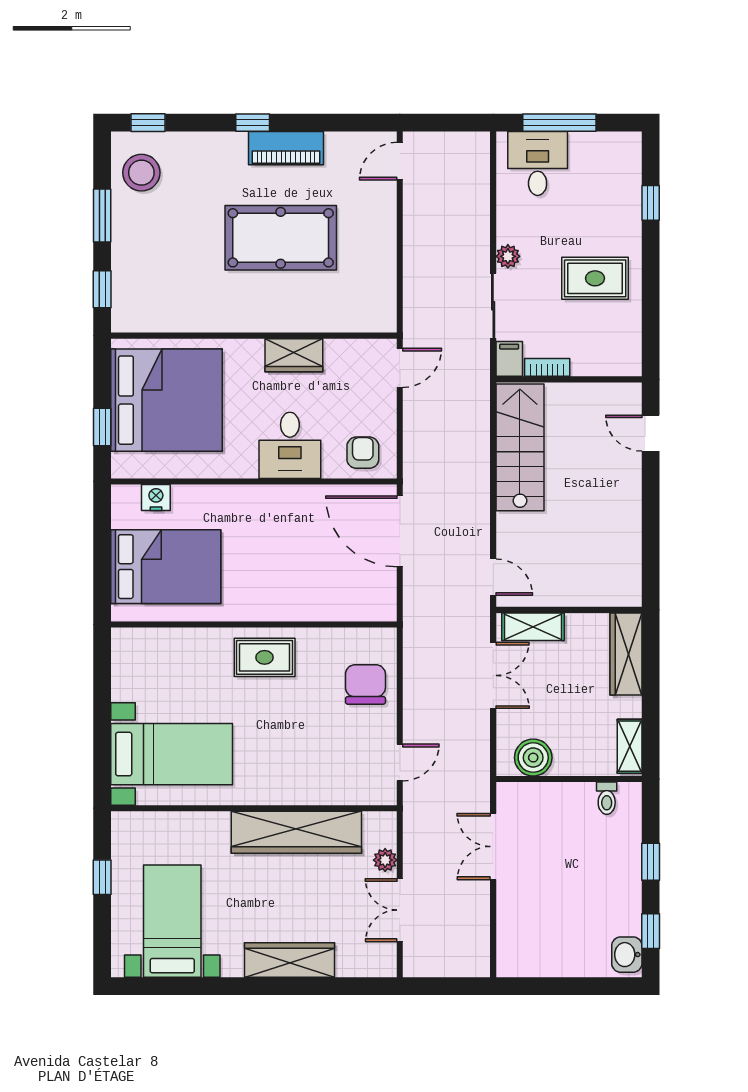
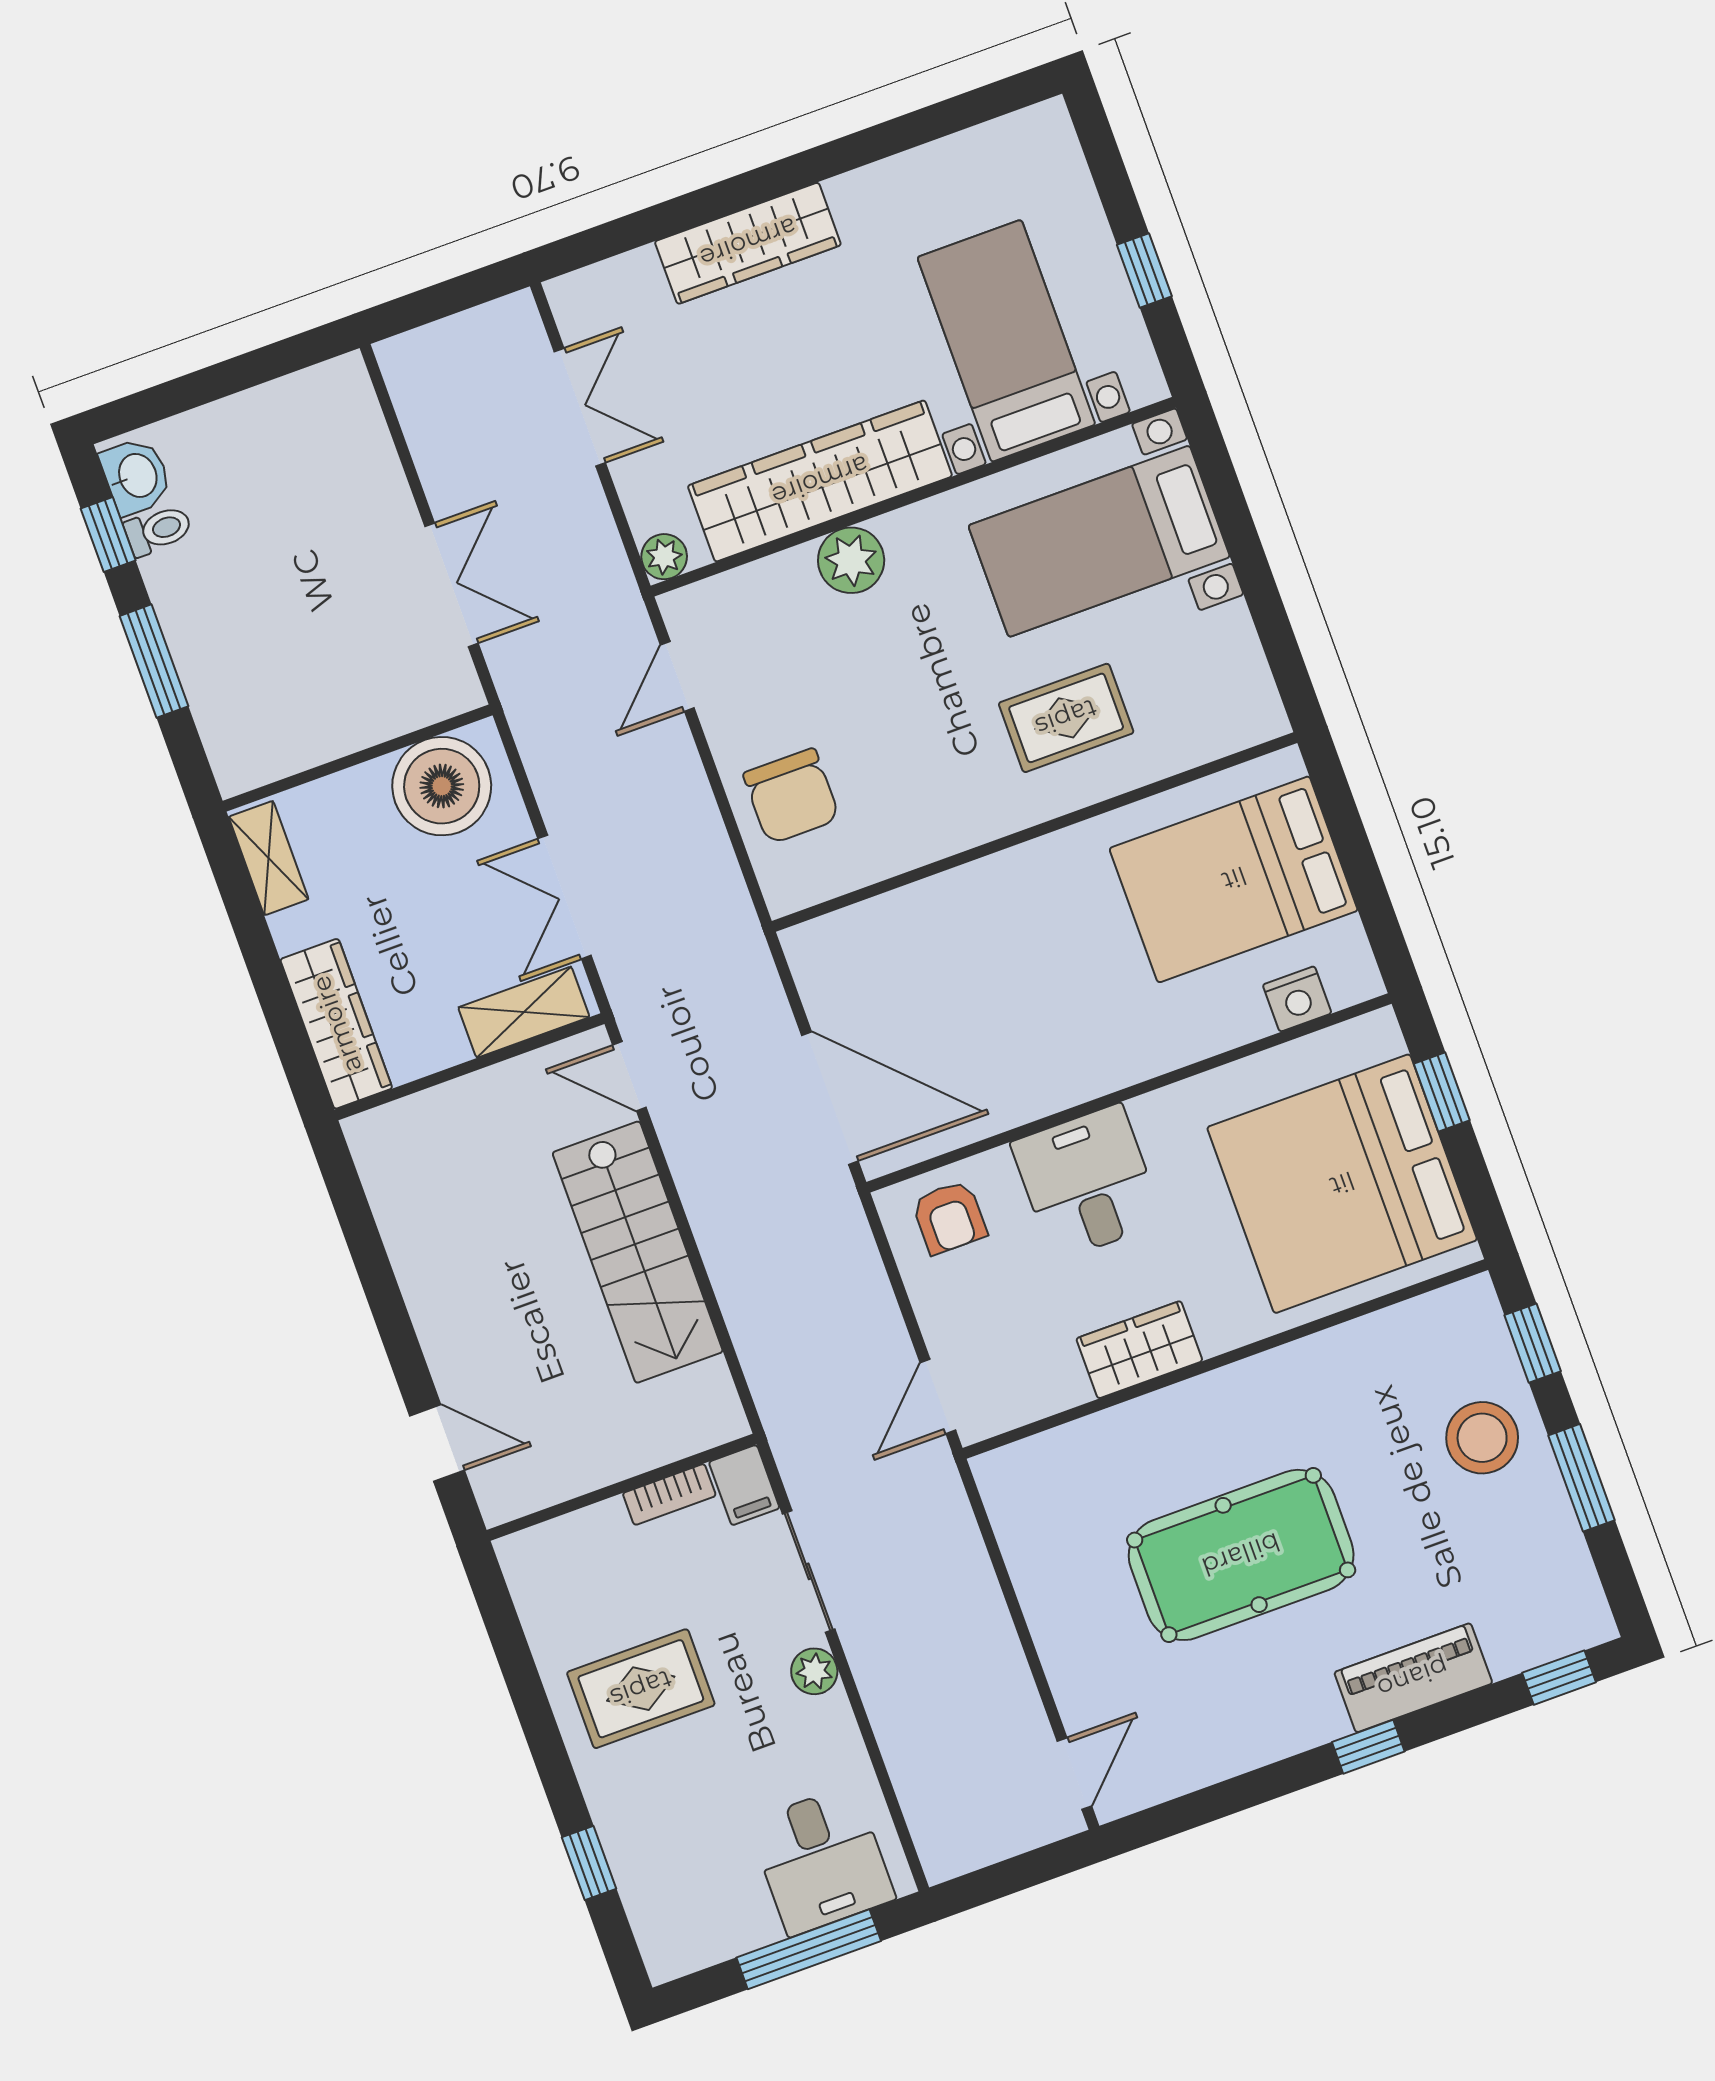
piano: (286, 148) -> (1413, 1678), moved
stool: (141, 173) -> (1482, 1438), moved
stairs: (520, 447) -> (638, 1252), moved
rug: (265, 657) -> (1066, 718), moved
boiler: (533, 758) -> (442, 786), width x1.37, depth x1.37
plant: (295, 788) -> (851, 560), added
toilet: (607, 798) -> (158, 530), moved, turned 90
plant: (385, 860) -> (664, 557), moved
window: (651, 862) -> (154, 661), width x1.50
bed with nightstands: (172, 921) -> (1006, 341), moved, turned 180

